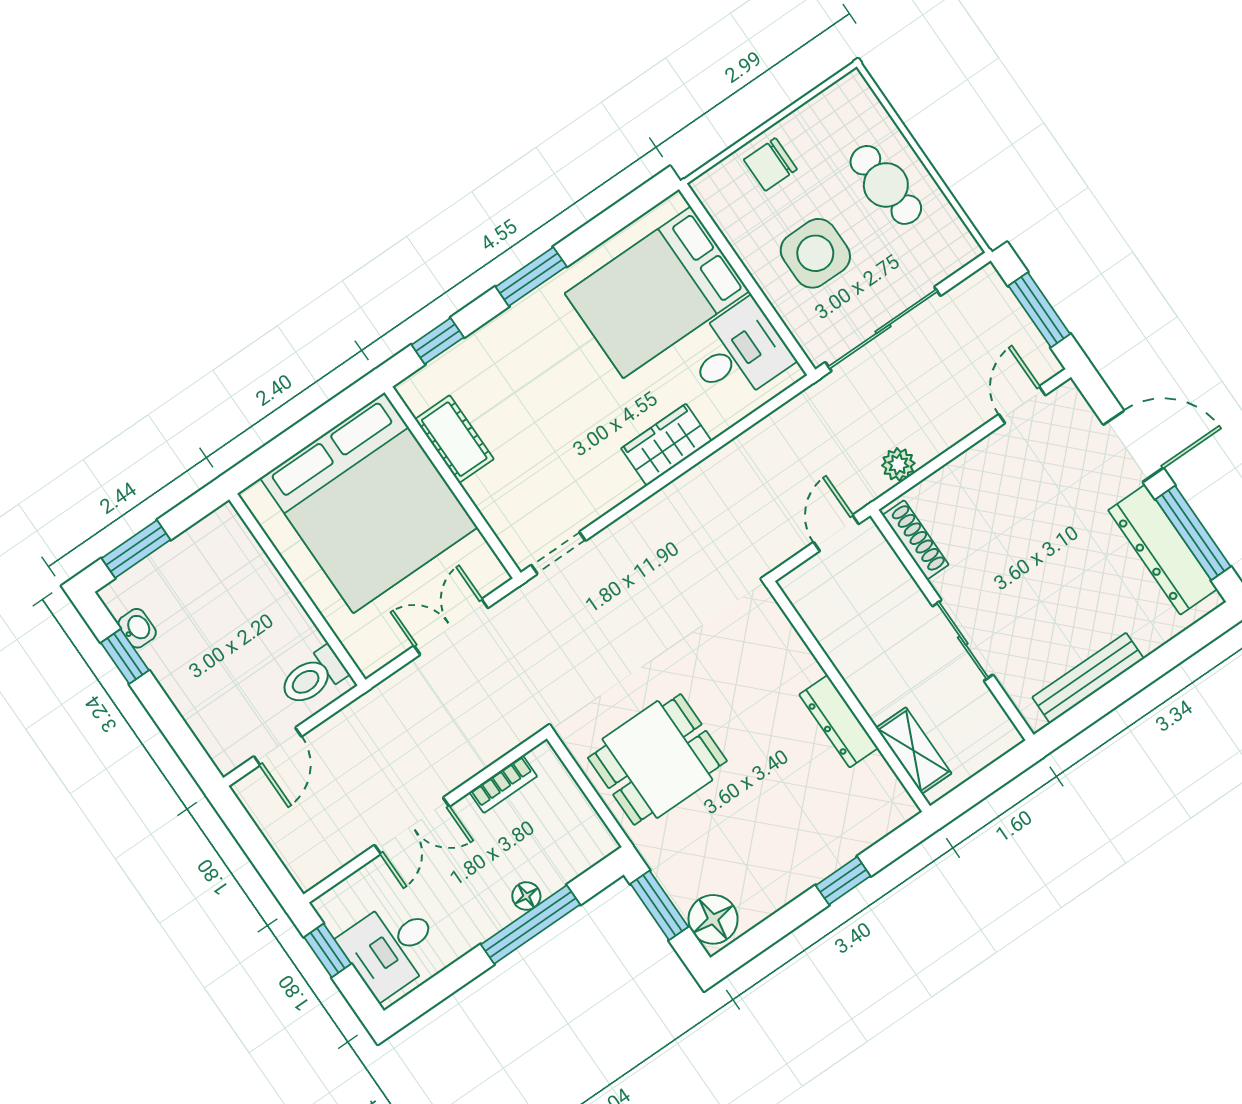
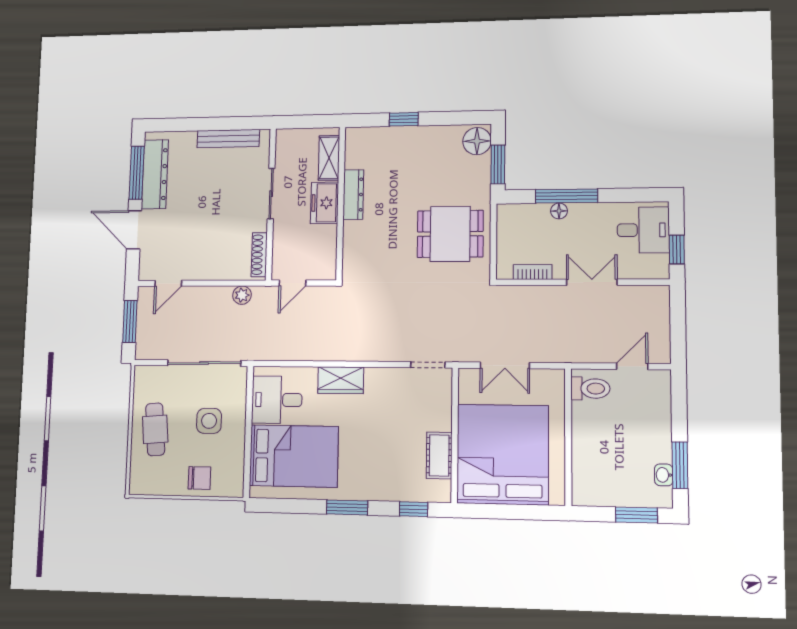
side table: (815, 253) -> (209, 421), width x0.73, depth x0.73
window: (125, 657) -> (680, 465), width x1.50
freezer: (873, 681) -> (325, 203), added

